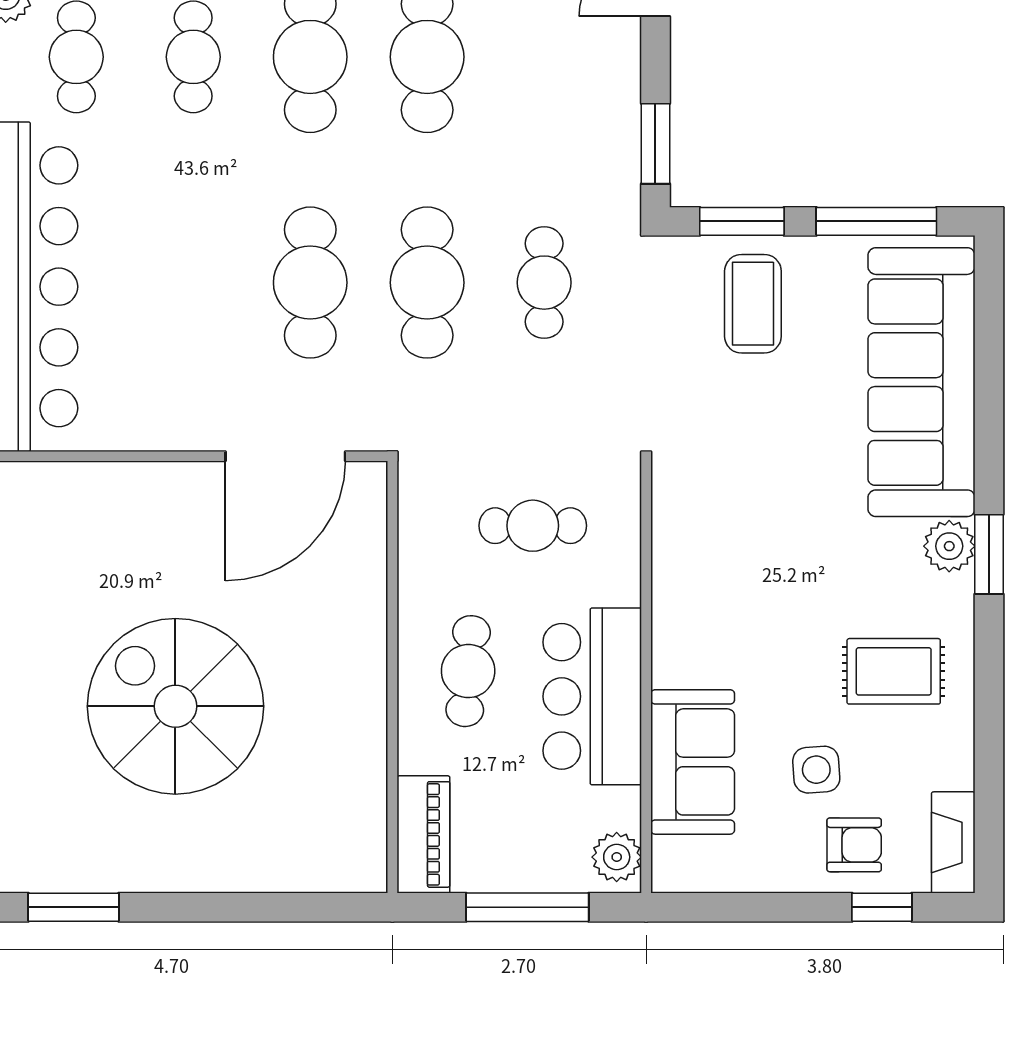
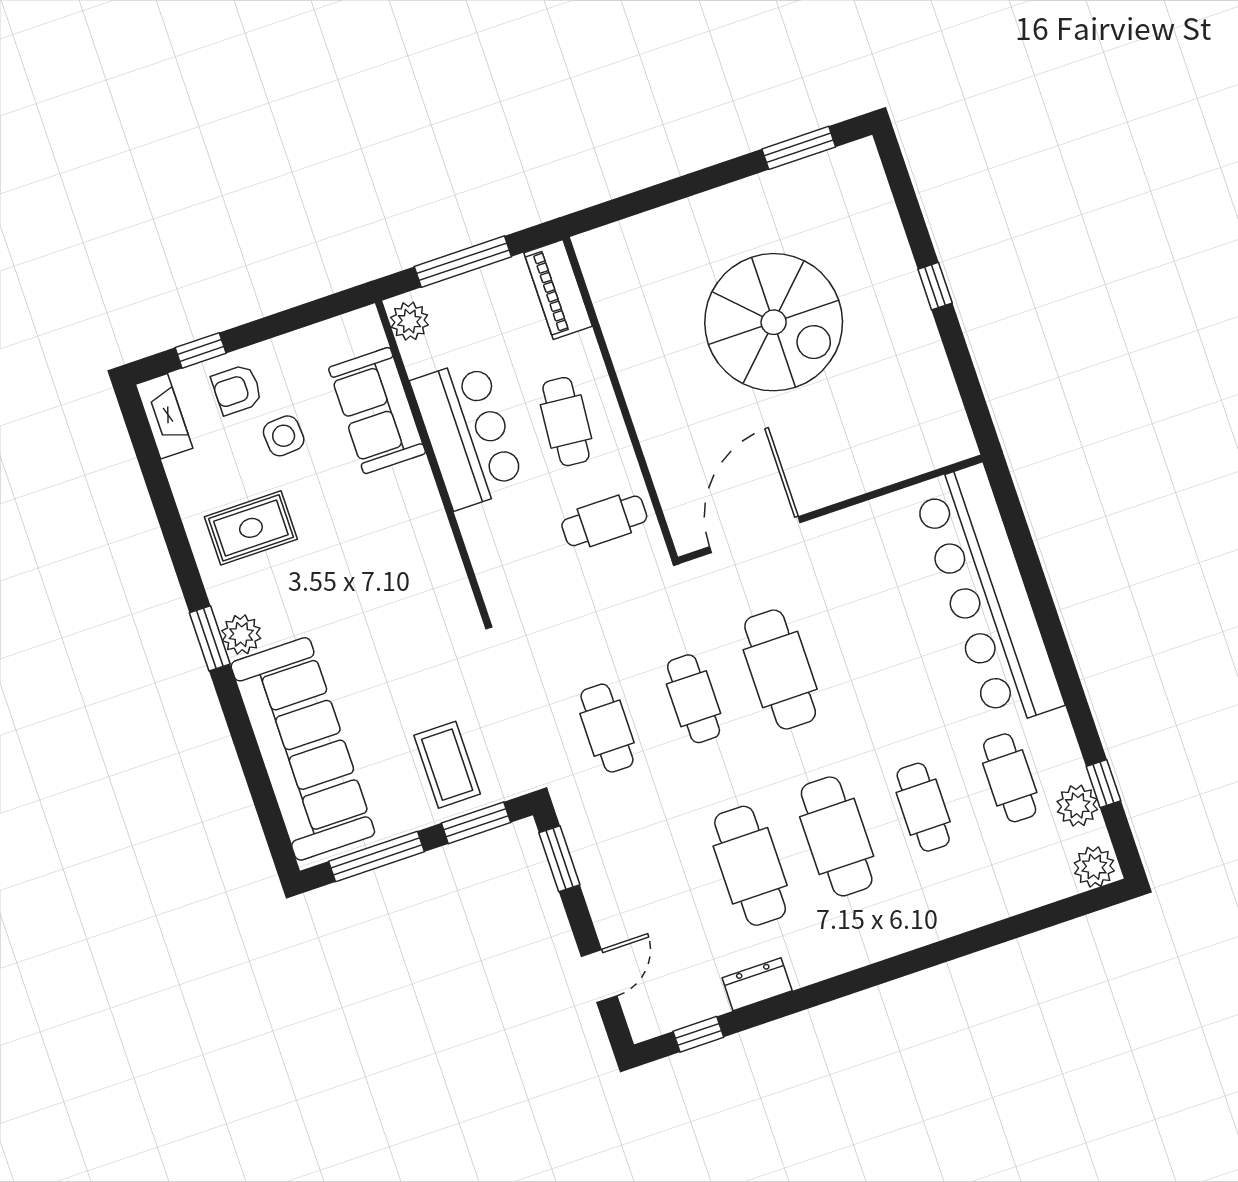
cafe table: (427, 283) -> (694, 699), width x0.73, depth x0.74
cafe table: (533, 526) -> (604, 521), moved

